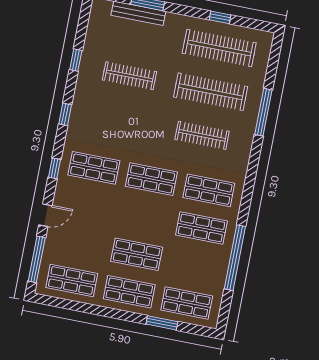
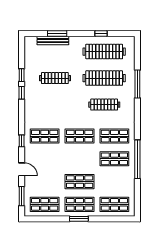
window: (65, 114) -> (22, 93), moved
door: (45, 215) -> (22, 169), hinge flipped
window: (235, 258) -> (137, 159), moved
window: (37, 259) -> (22, 196), width x0.69
window: (162, 323) -> (79, 219), moved

